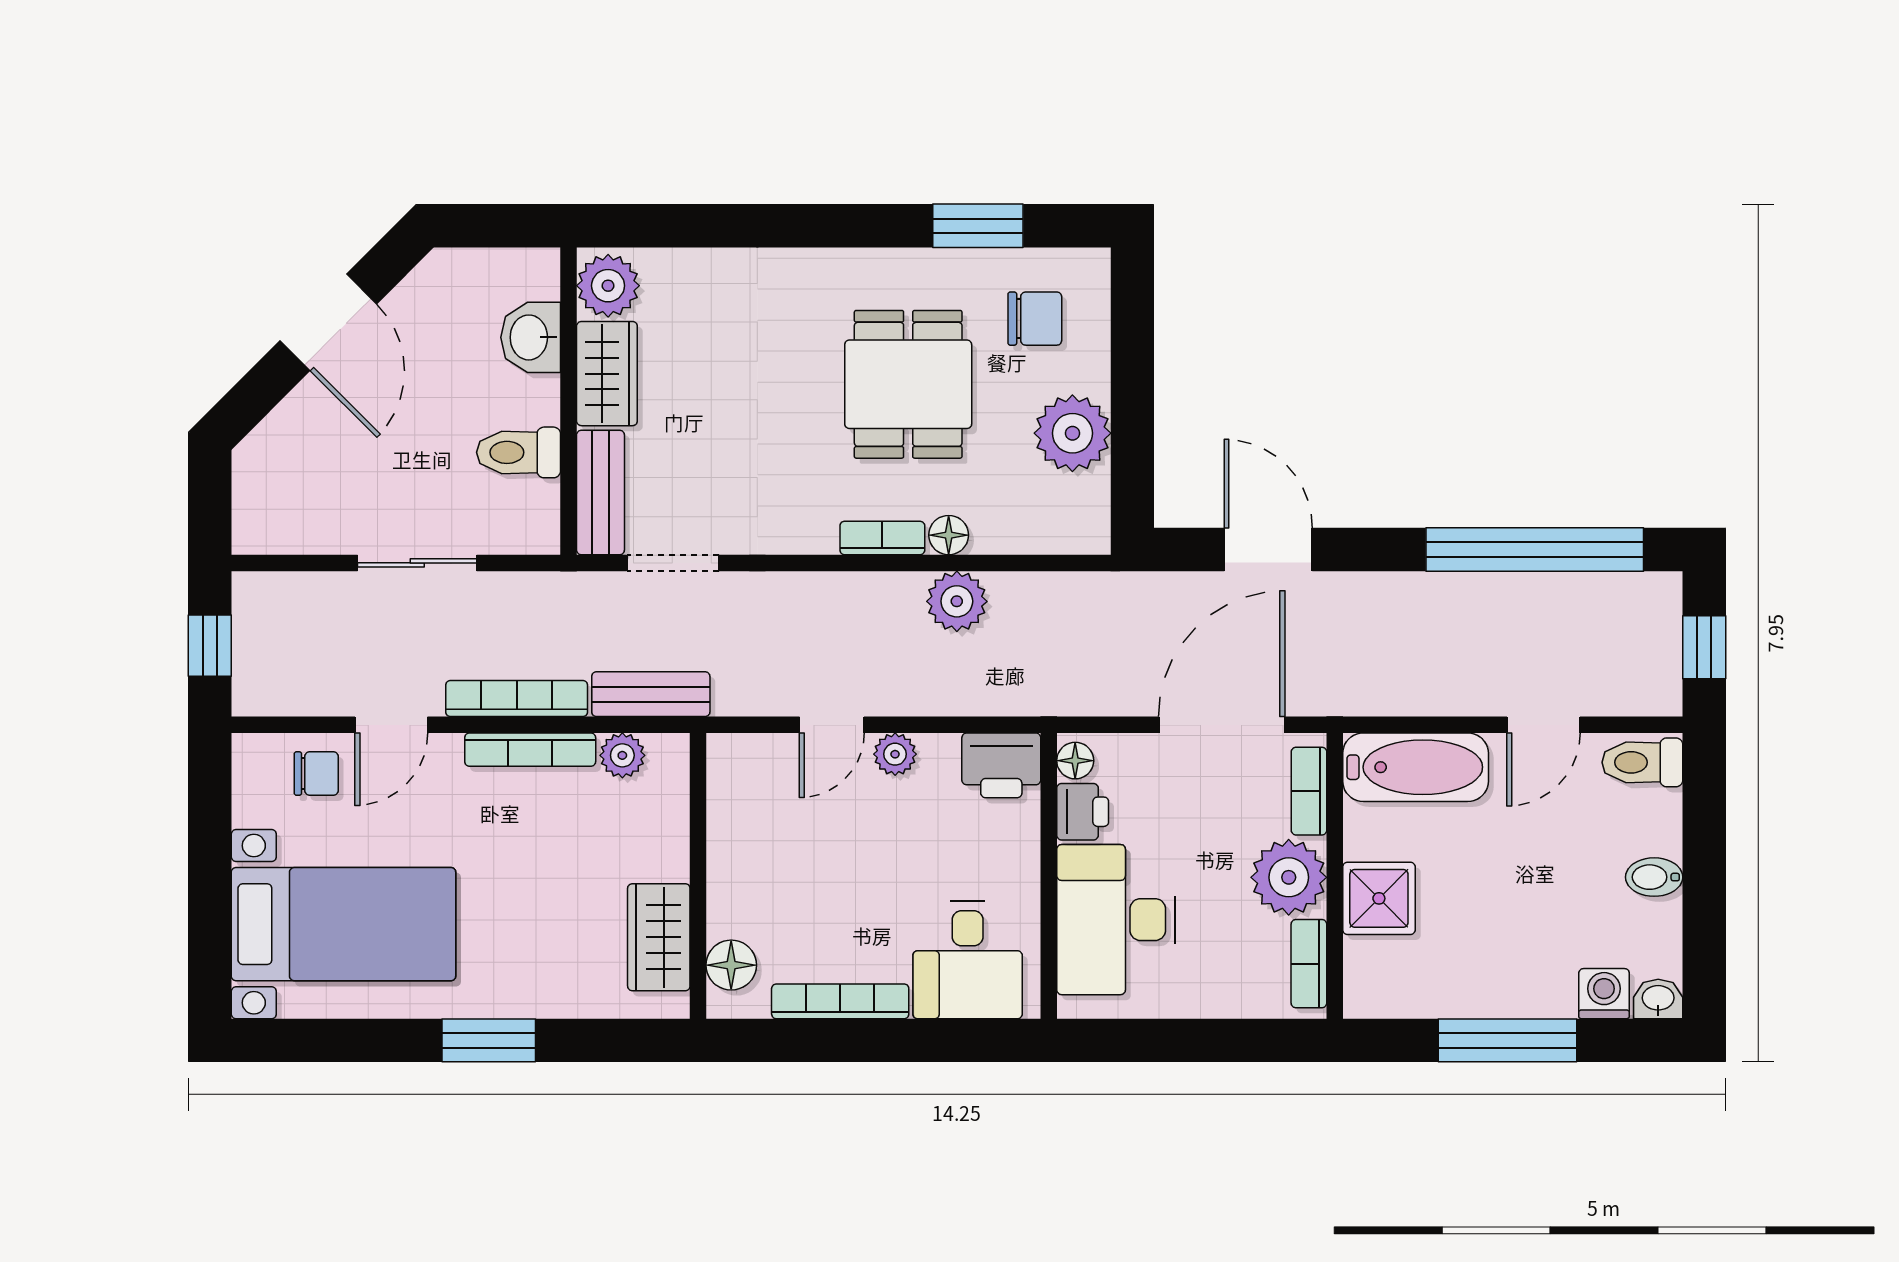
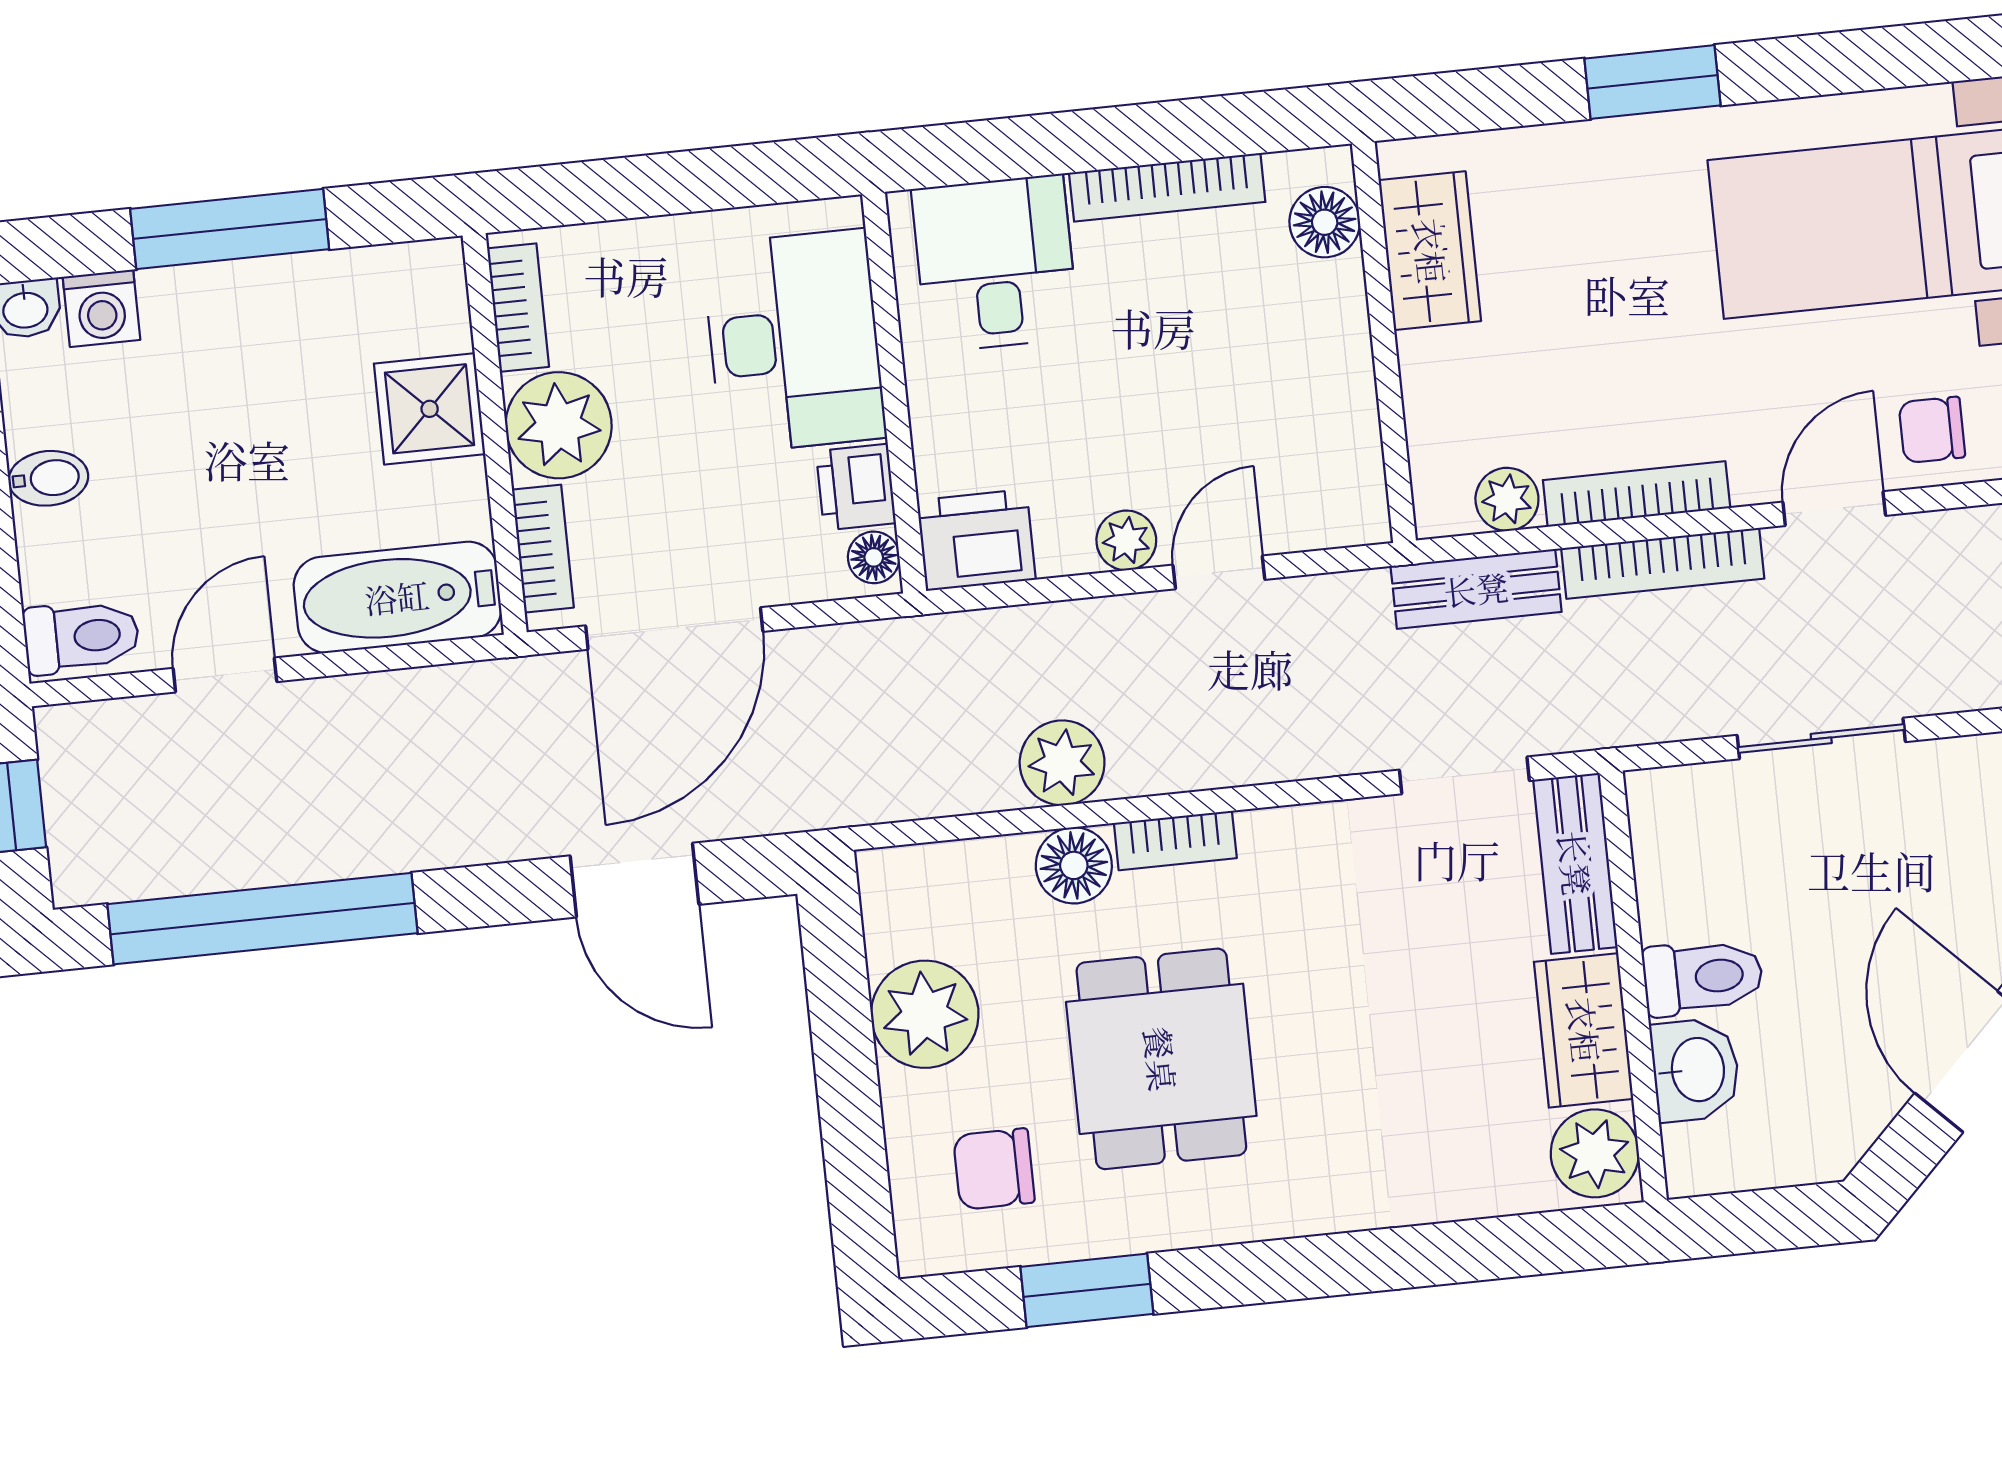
toilet: (519, 452) -> (1703, 977), moved
floor lamp: (949, 535) -> (1074, 865), width x1.37, depth x1.37

